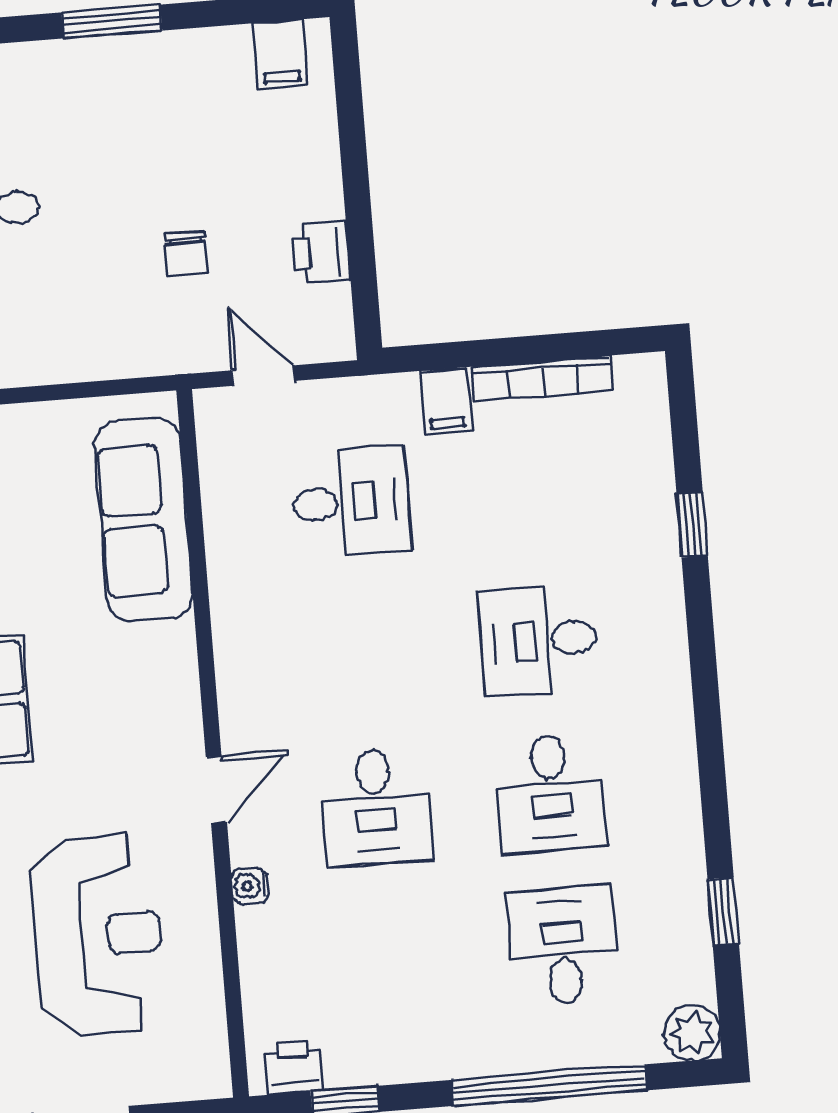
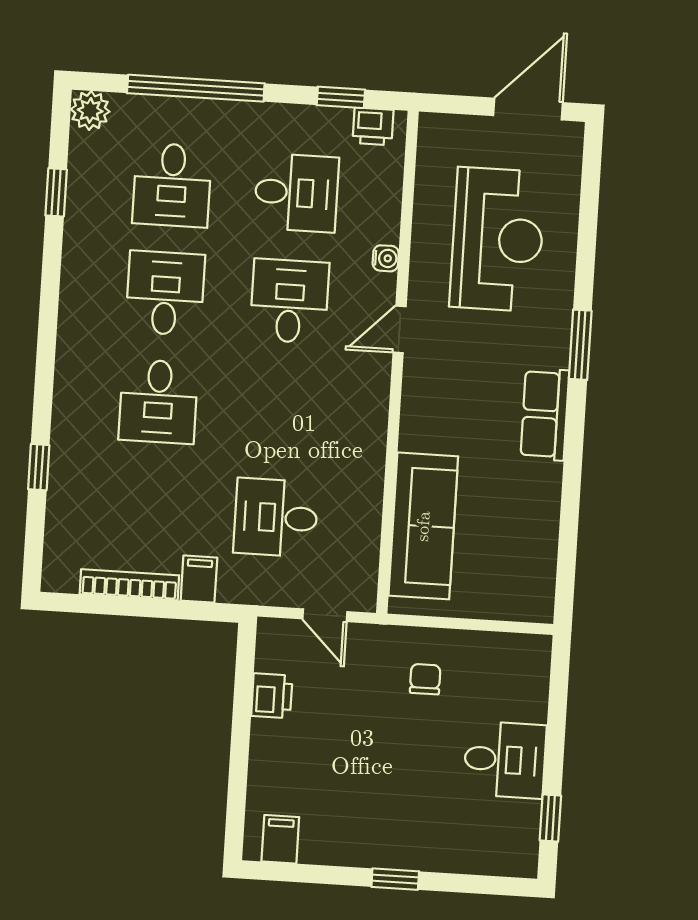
window: (112, 21) -> (395, 879), width x0.67
chair: (186, 253) -> (425, 679), moved
desk: (538, 640) -> (158, 401), turned 90
reception desk: (98, 935) -> (497, 239), turned 180
desk: (388, 960) -> (296, 193), added

